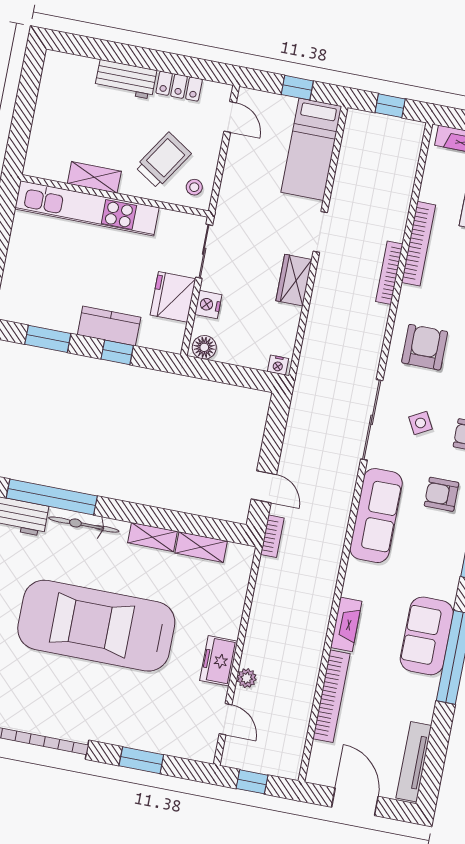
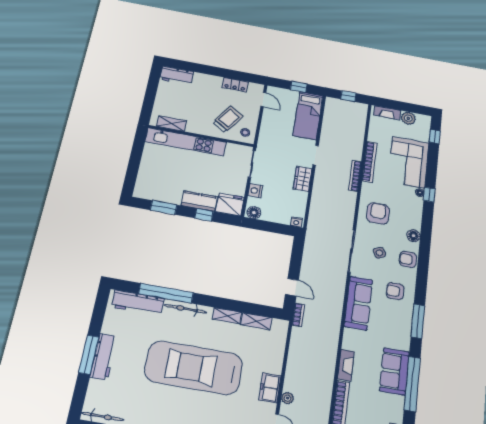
workbench: (126, 79) -> (177, 75), moved
shelving: (94, 177) -> (172, 124), moved
fridge: (173, 297) -> (230, 205), moved, turned 90

